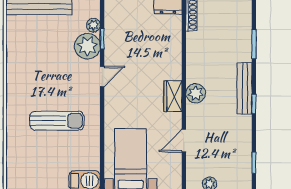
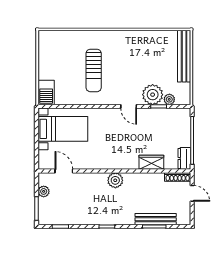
bench: (245, 88) -> (156, 219), moved
wardrobe: (173, 96) -> (151, 162), moved
door: (184, 141) -> (64, 171), moved

